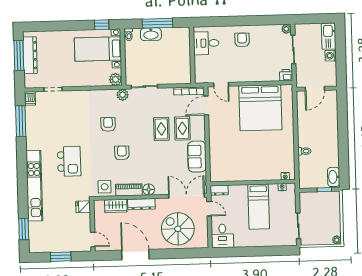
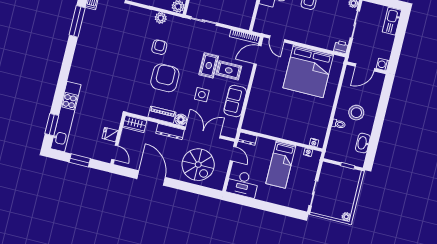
washing machine: (331, 56) -> (383, 64), moved
plant: (123, 95) -> (161, 18), moved
rug: (182, 128) -> (229, 70), turned 90
stool: (319, 135) -> (356, 113), added
armchair: (122, 153) -> (165, 78), width x1.88, depth x1.88
kitchen island: (69, 161) -> (113, 72), removed
washbasin: (334, 177) -> (363, 143), moved
kitchen unit: (34, 186) -> (66, 117), moved
side table: (105, 187) -> (202, 95), moved
double door: (187, 196) -> (203, 132), moved
wardrobe: (116, 206) -> (135, 124), moved
fridge: (83, 207) -> (110, 135), moved
spiral stairs: (178, 229) -> (198, 165), turned 180
desk: (222, 236) -> (243, 184), width x1.37

